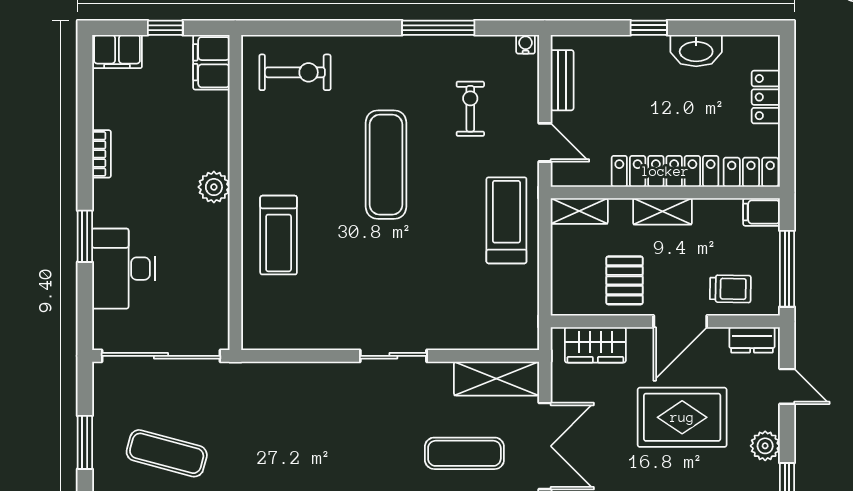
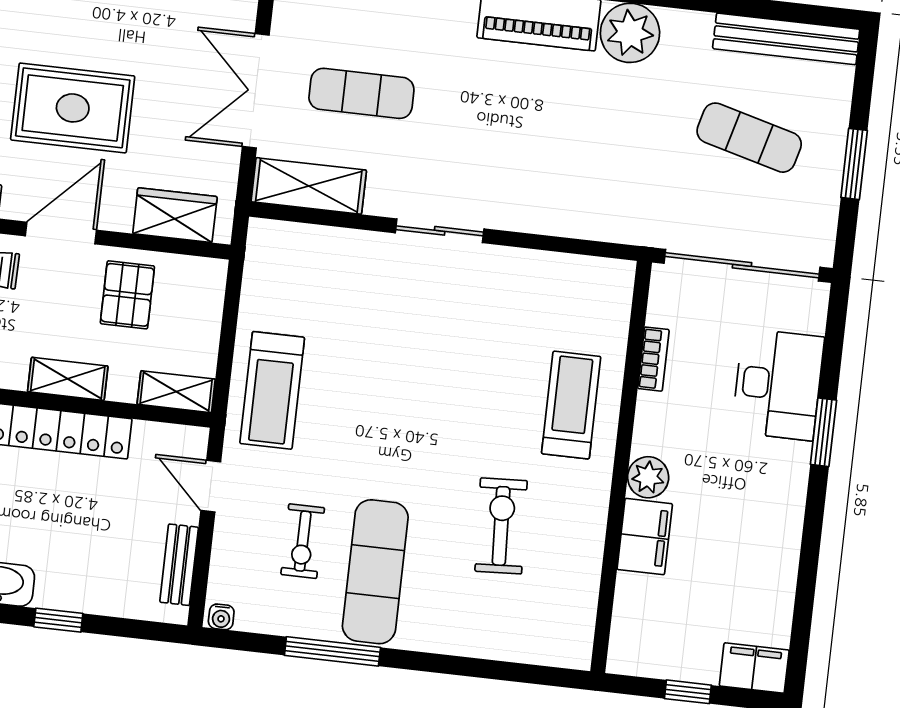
filing cabinet: (211, 62) -> (645, 537), moved
exercise bike: (295, 72) -> (501, 526), moved, turned 87
bookcase: (101, 154) -> (653, 359), moved, turned 180
exercise mat: (386, 165) -> (375, 572), moved

